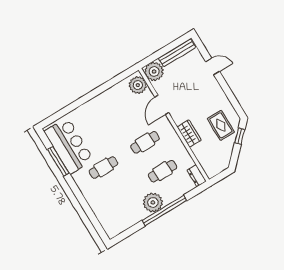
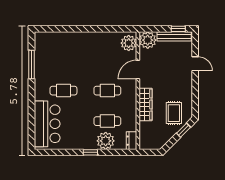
window: (177, 43) -> (178, 29), added
wardrobe: (189, 134) -> (146, 105), width x1.50
bar counter: (69, 146) -> (47, 124), moved
plant: (153, 203) -> (106, 141), moved
window: (164, 210) -> (90, 152), width x0.32

